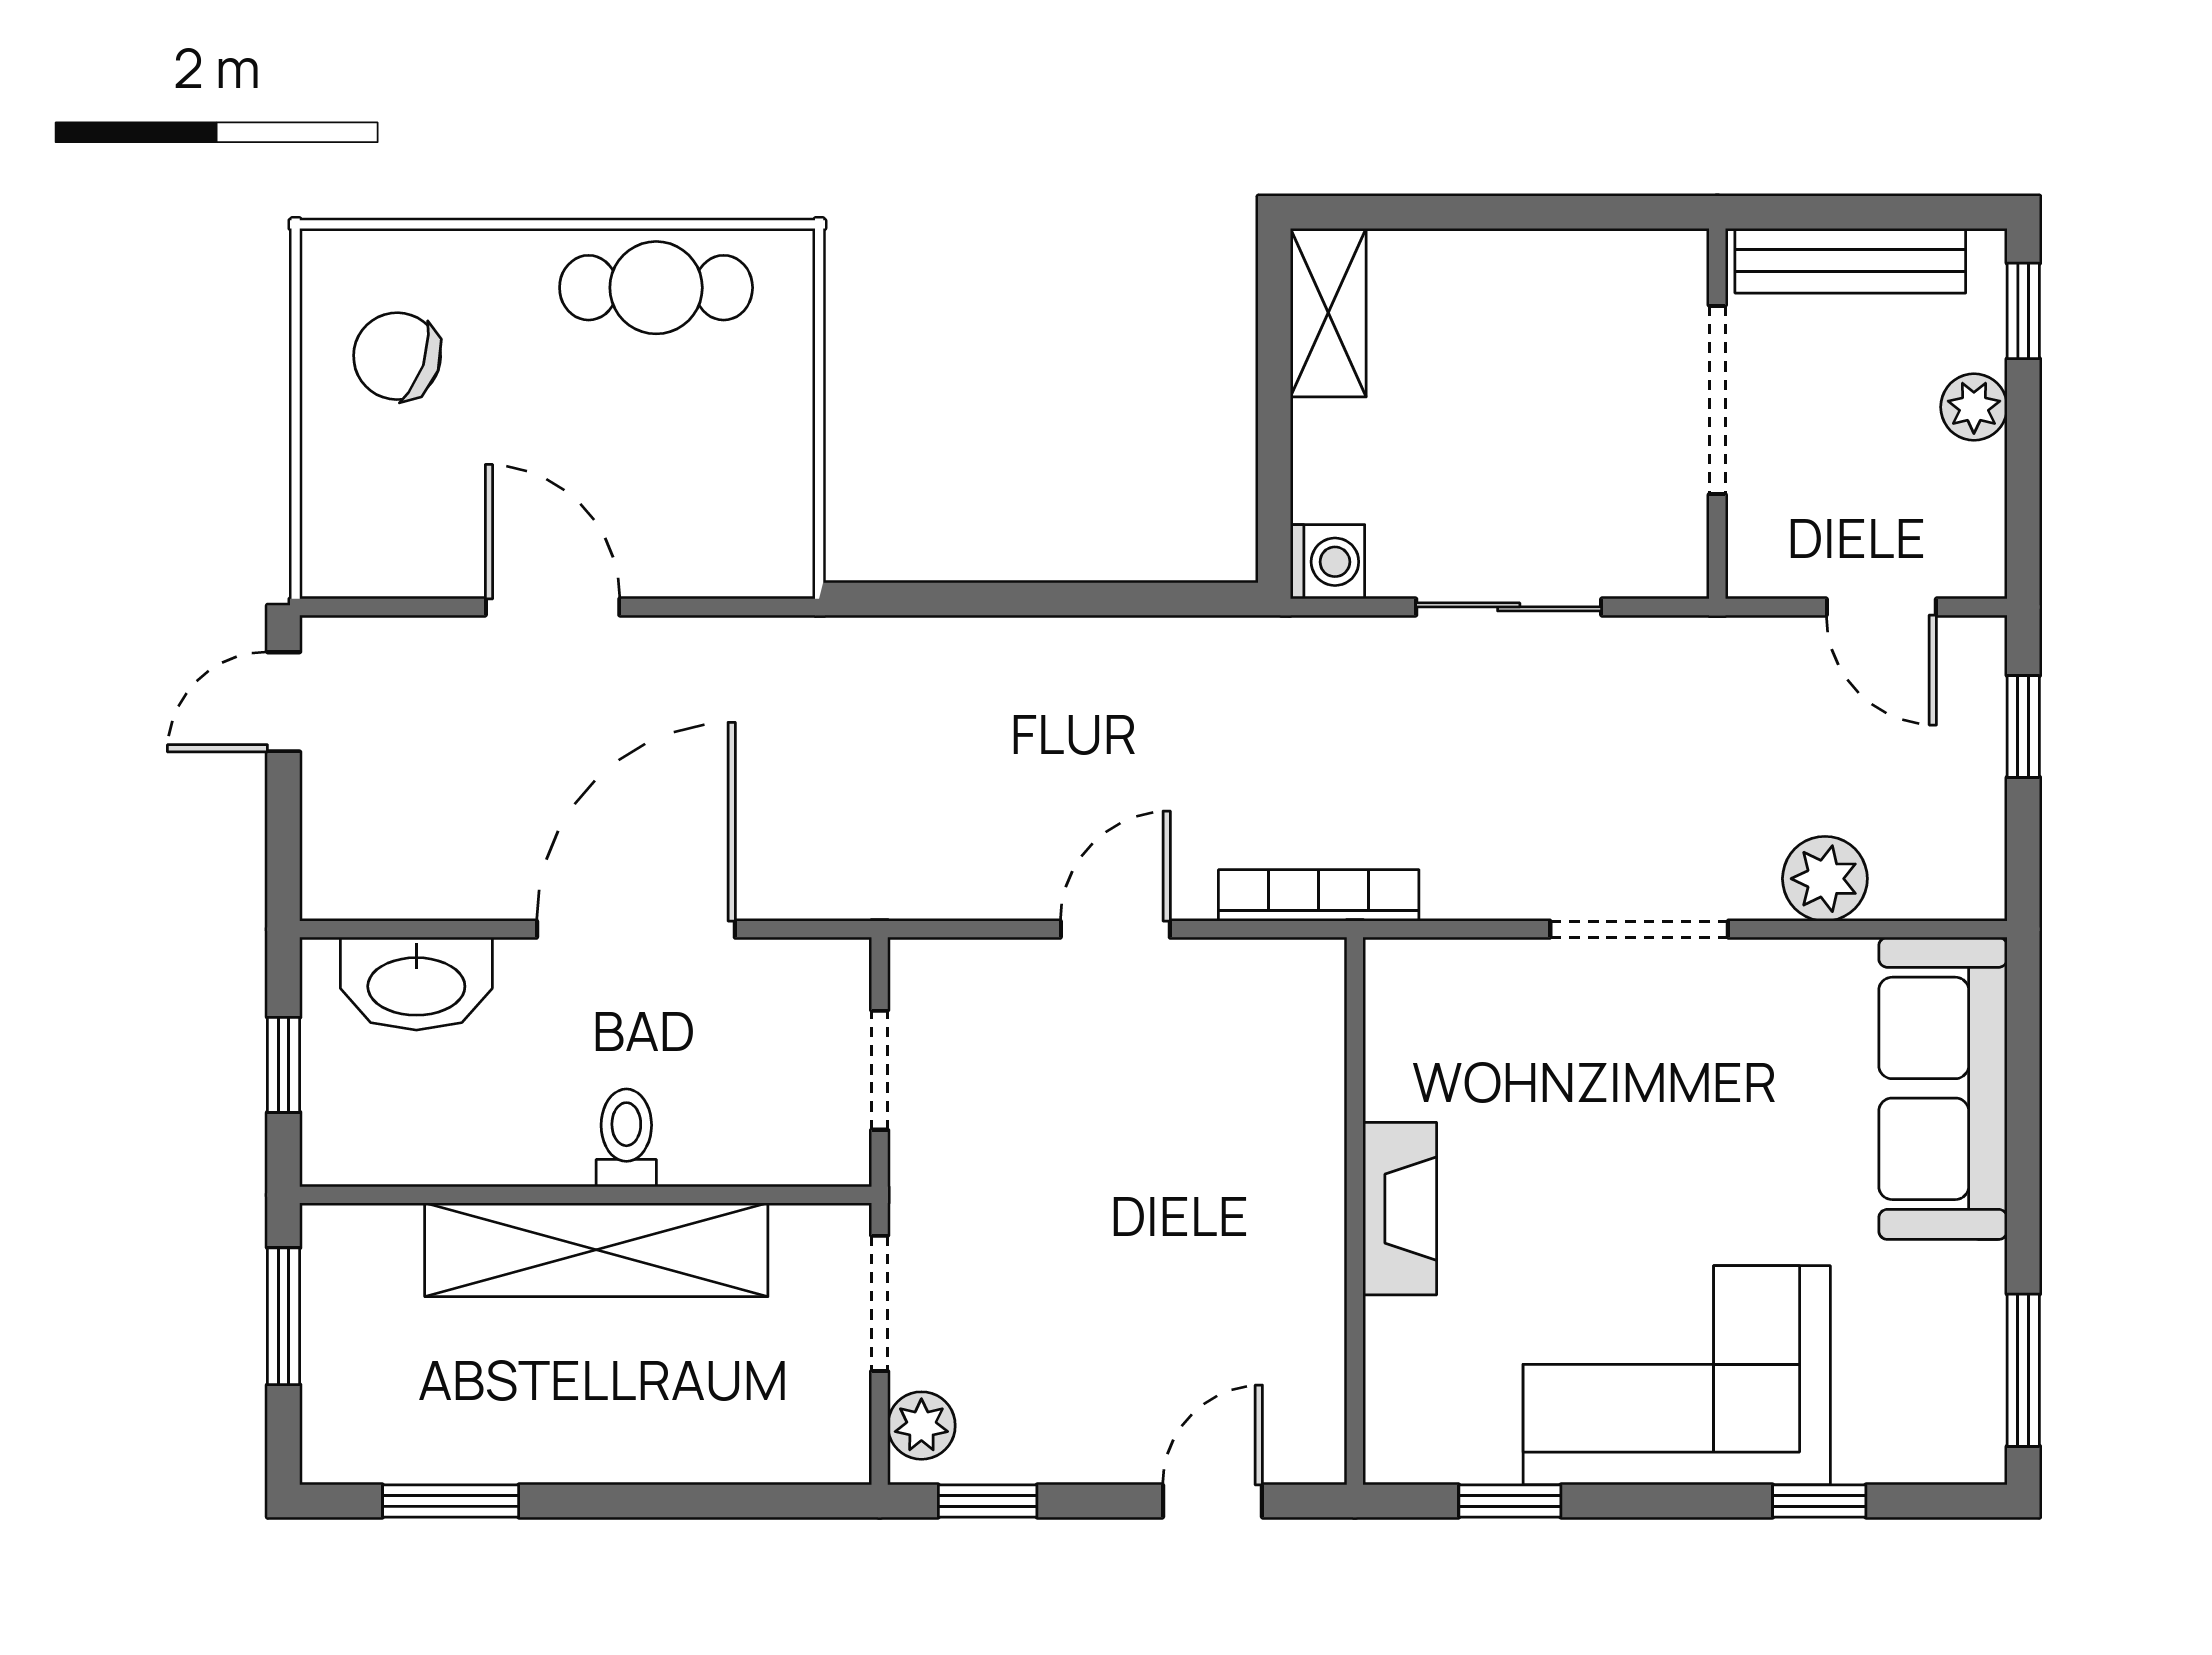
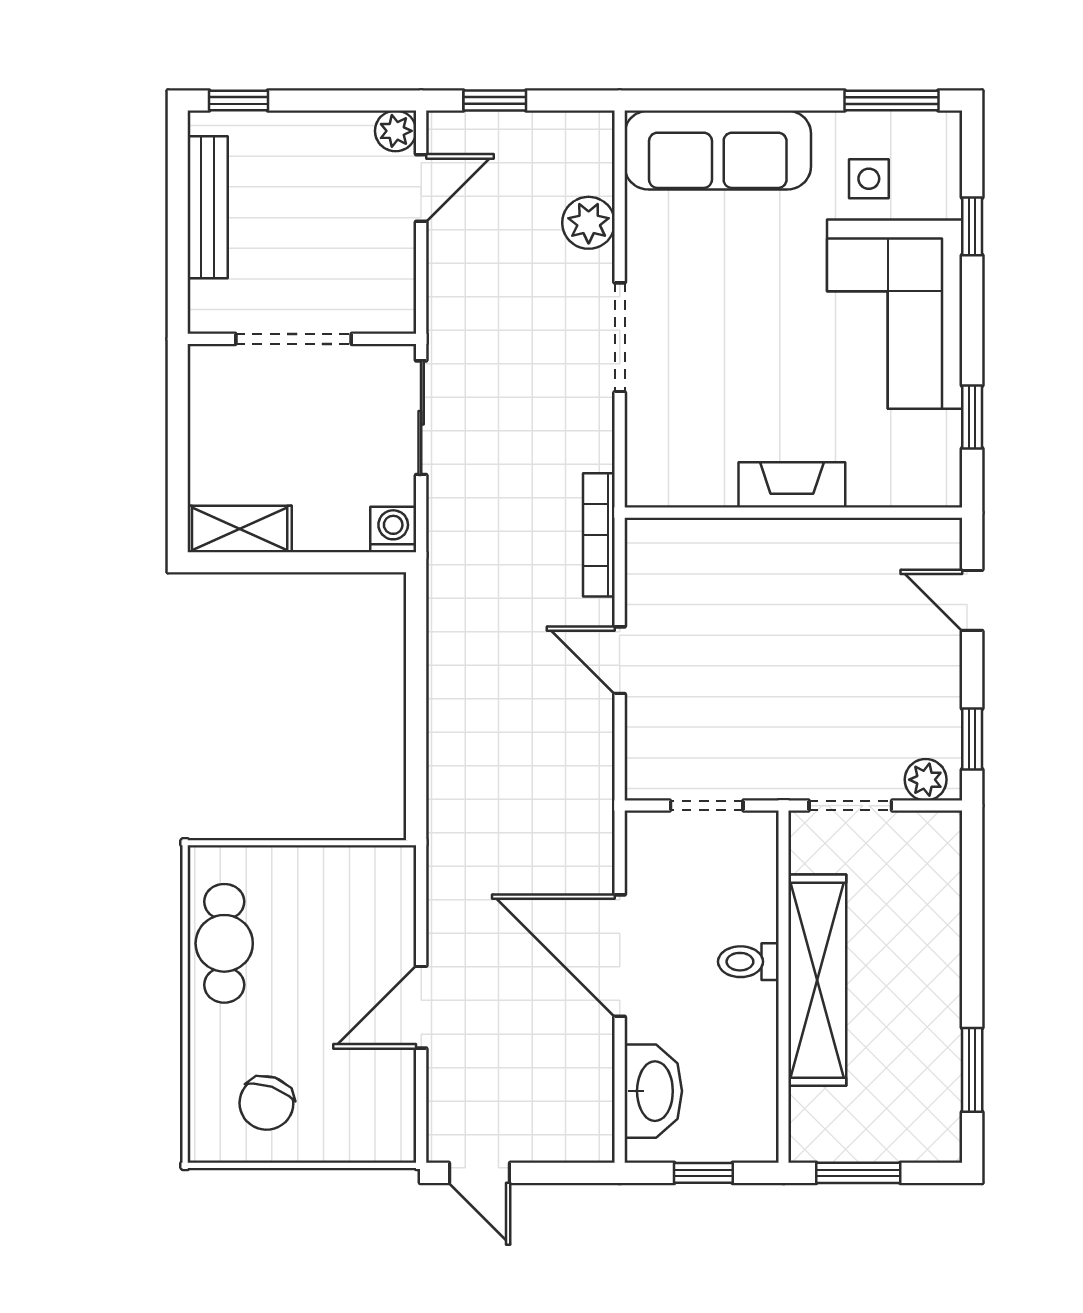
doorway: (1717, 400) -> (293, 339), moved
plant: (1974, 407) -> (396, 131), moved
wall: (1717, 414) -> (302, 339), moved
side table: (1896, 1333) -> (869, 179), added

